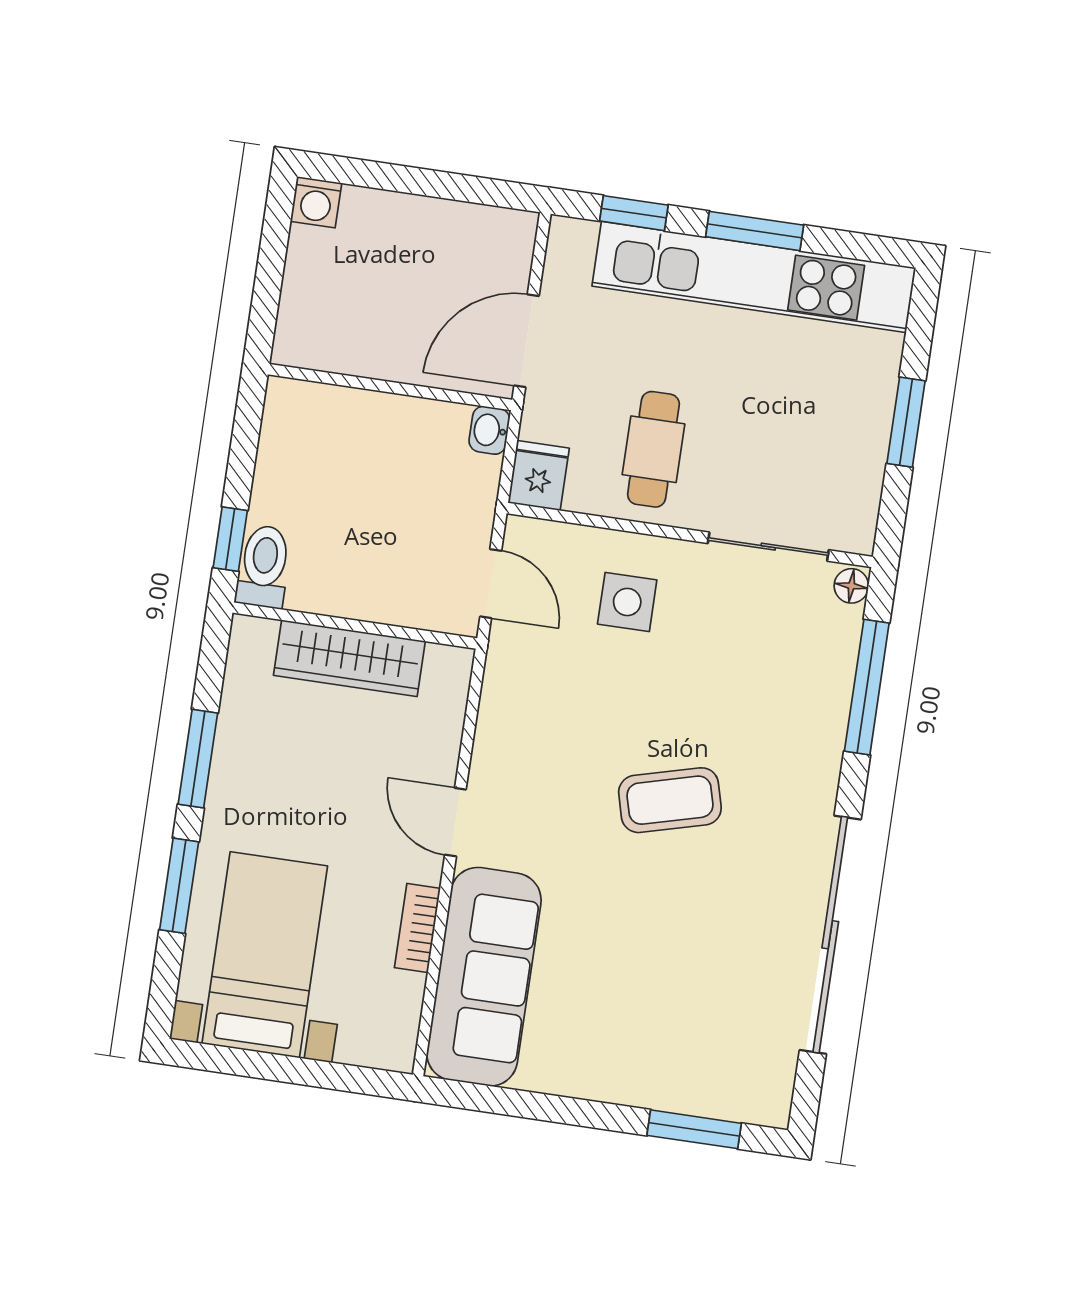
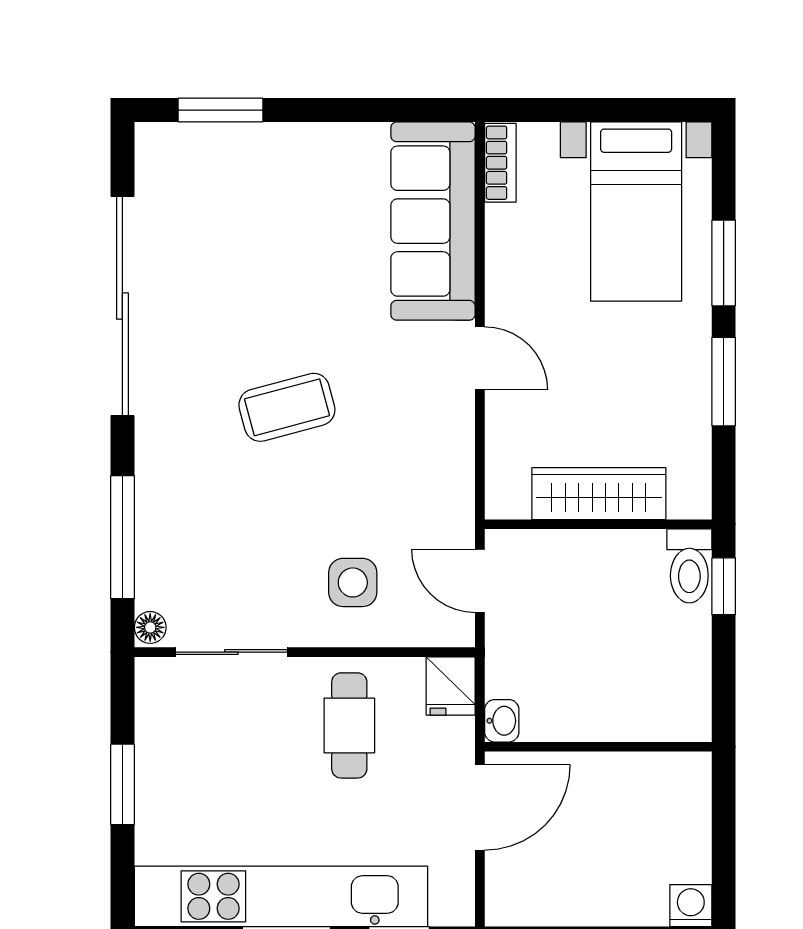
bookcase: (417, 928) -> (500, 163), moved

